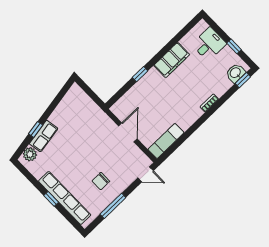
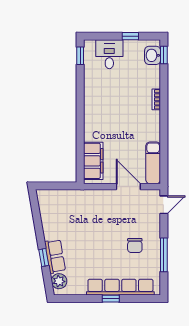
filing cabinet: (172, 60) -> (93, 161), moved
window: (140, 74) -> (80, 56), moved
door: (128, 132) -> (128, 187), moved

